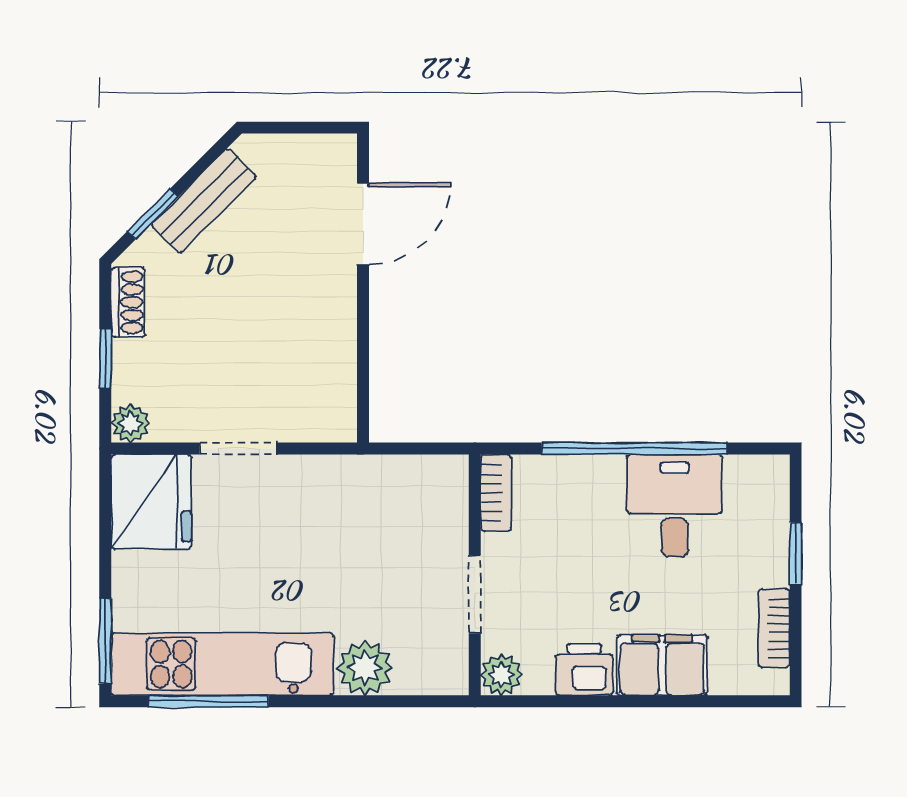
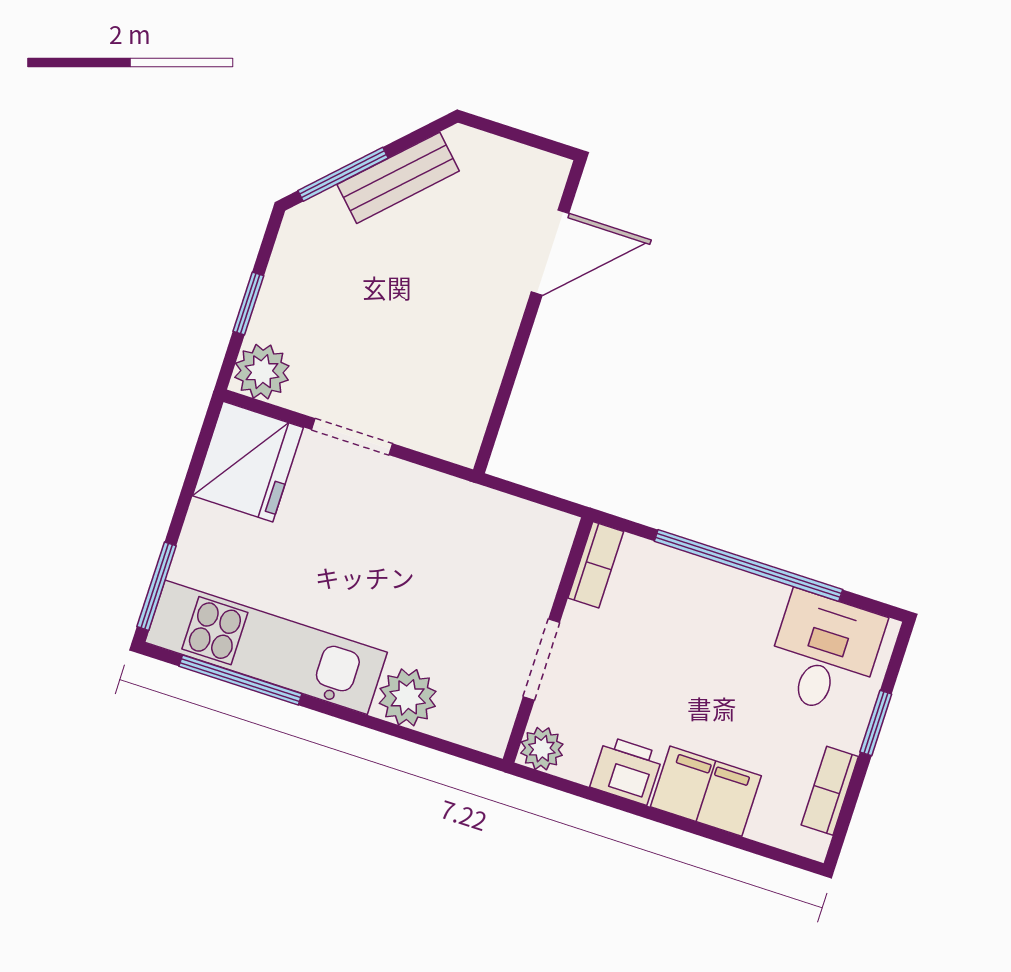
window: (153, 214) -> (343, 174), width x1.50
shoe rack: (128, 302) -> (289, 255), removed
plant: (130, 423) -> (262, 372), width x1.38, depth x1.38
desk: (675, 506) -> (825, 653), moved

